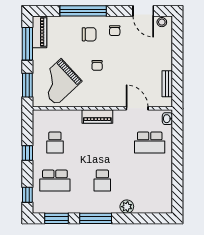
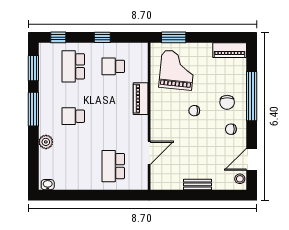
window: (27, 44) -> (217, 37), removed
grand piano: (59, 82) -> (177, 70), turned 49
bench: (167, 84) -> (198, 184), moved
piano: (97, 116) -> (141, 99), moved
washbasin: (167, 119) -> (48, 185), moved

